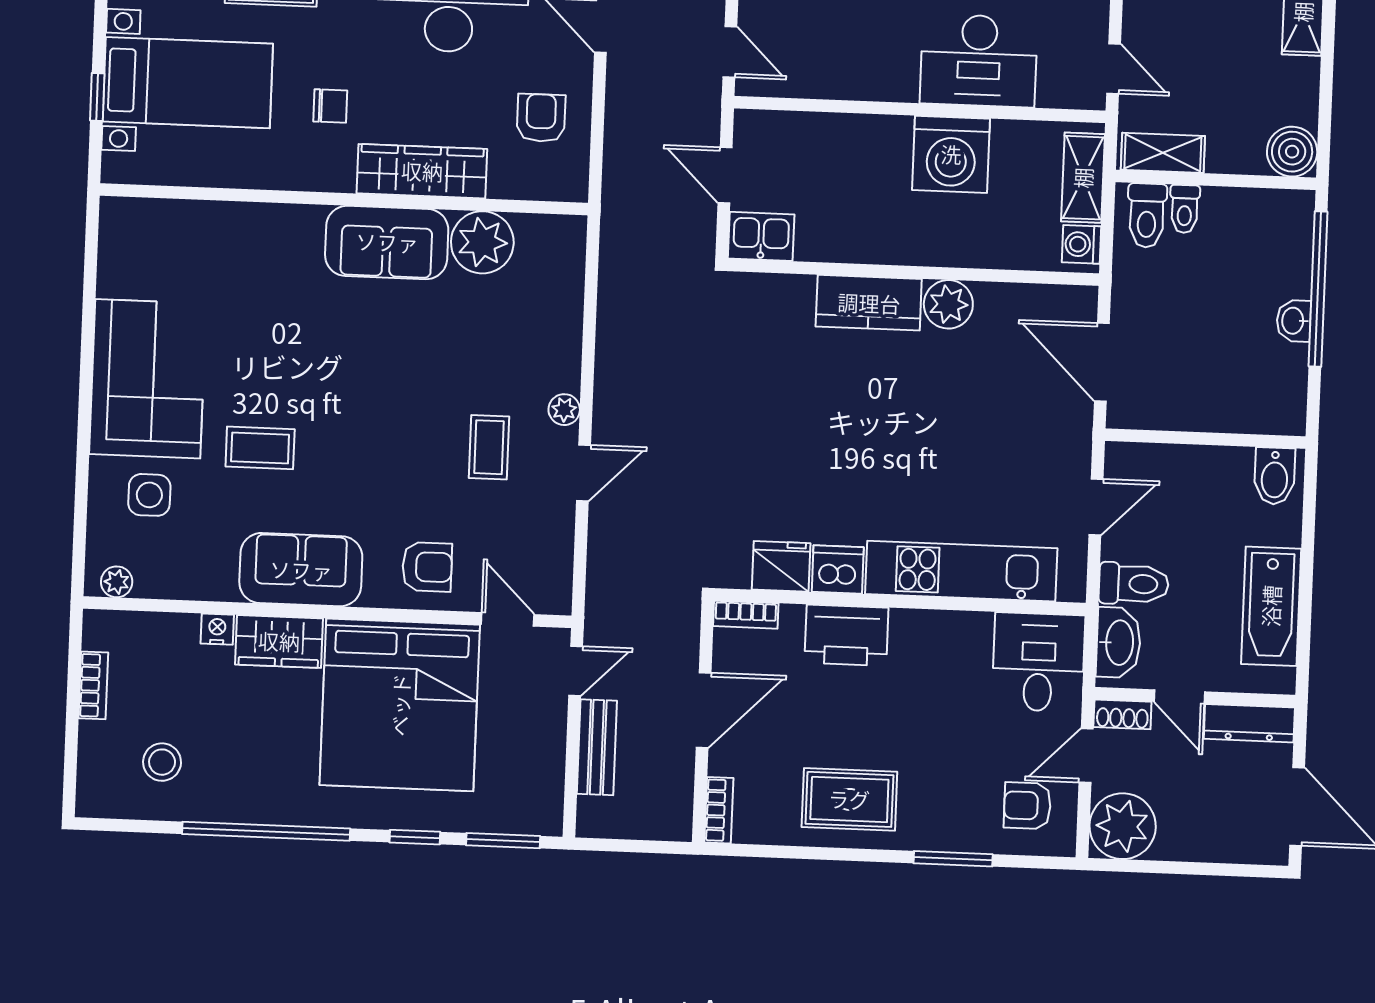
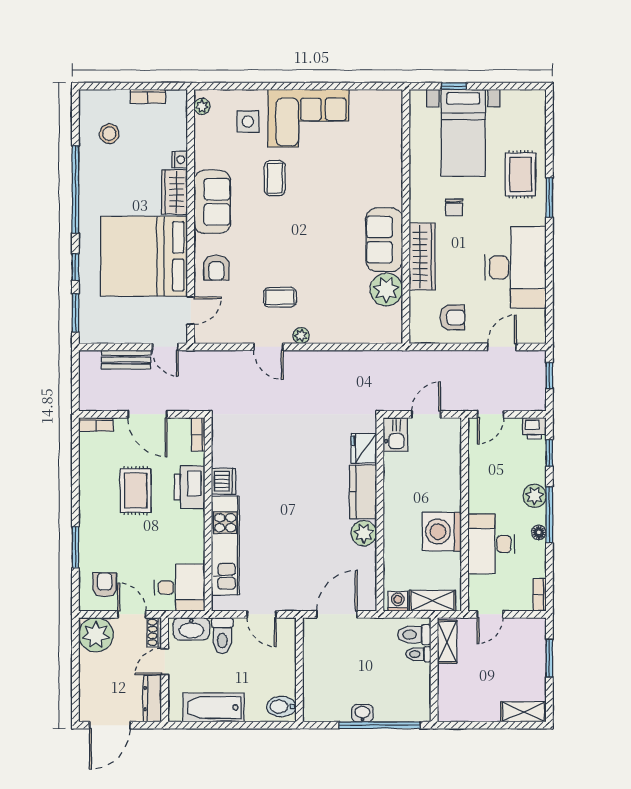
boiler: (1292, 152) -> (450, 709), removed
fridge: (781, 566) -> (364, 448), moved, turned 180
rug: (849, 799) -> (136, 491), moved

